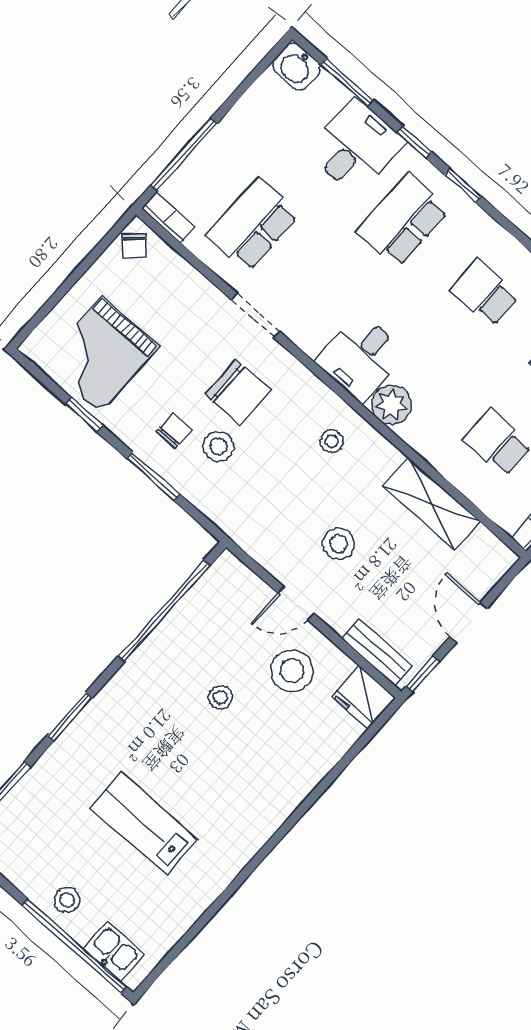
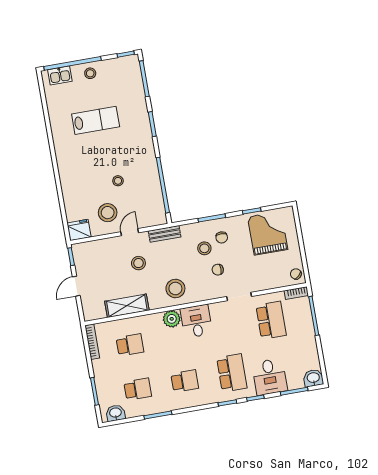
chair: (238, 392) -> (218, 270), width x0.54, depth x0.54
stool: (332, 441) -> (175, 289), width x1.89, depth x1.89
door: (469, 623) -> (76, 286), swing flipped
bench: (377, 652) -> (165, 234), moved

